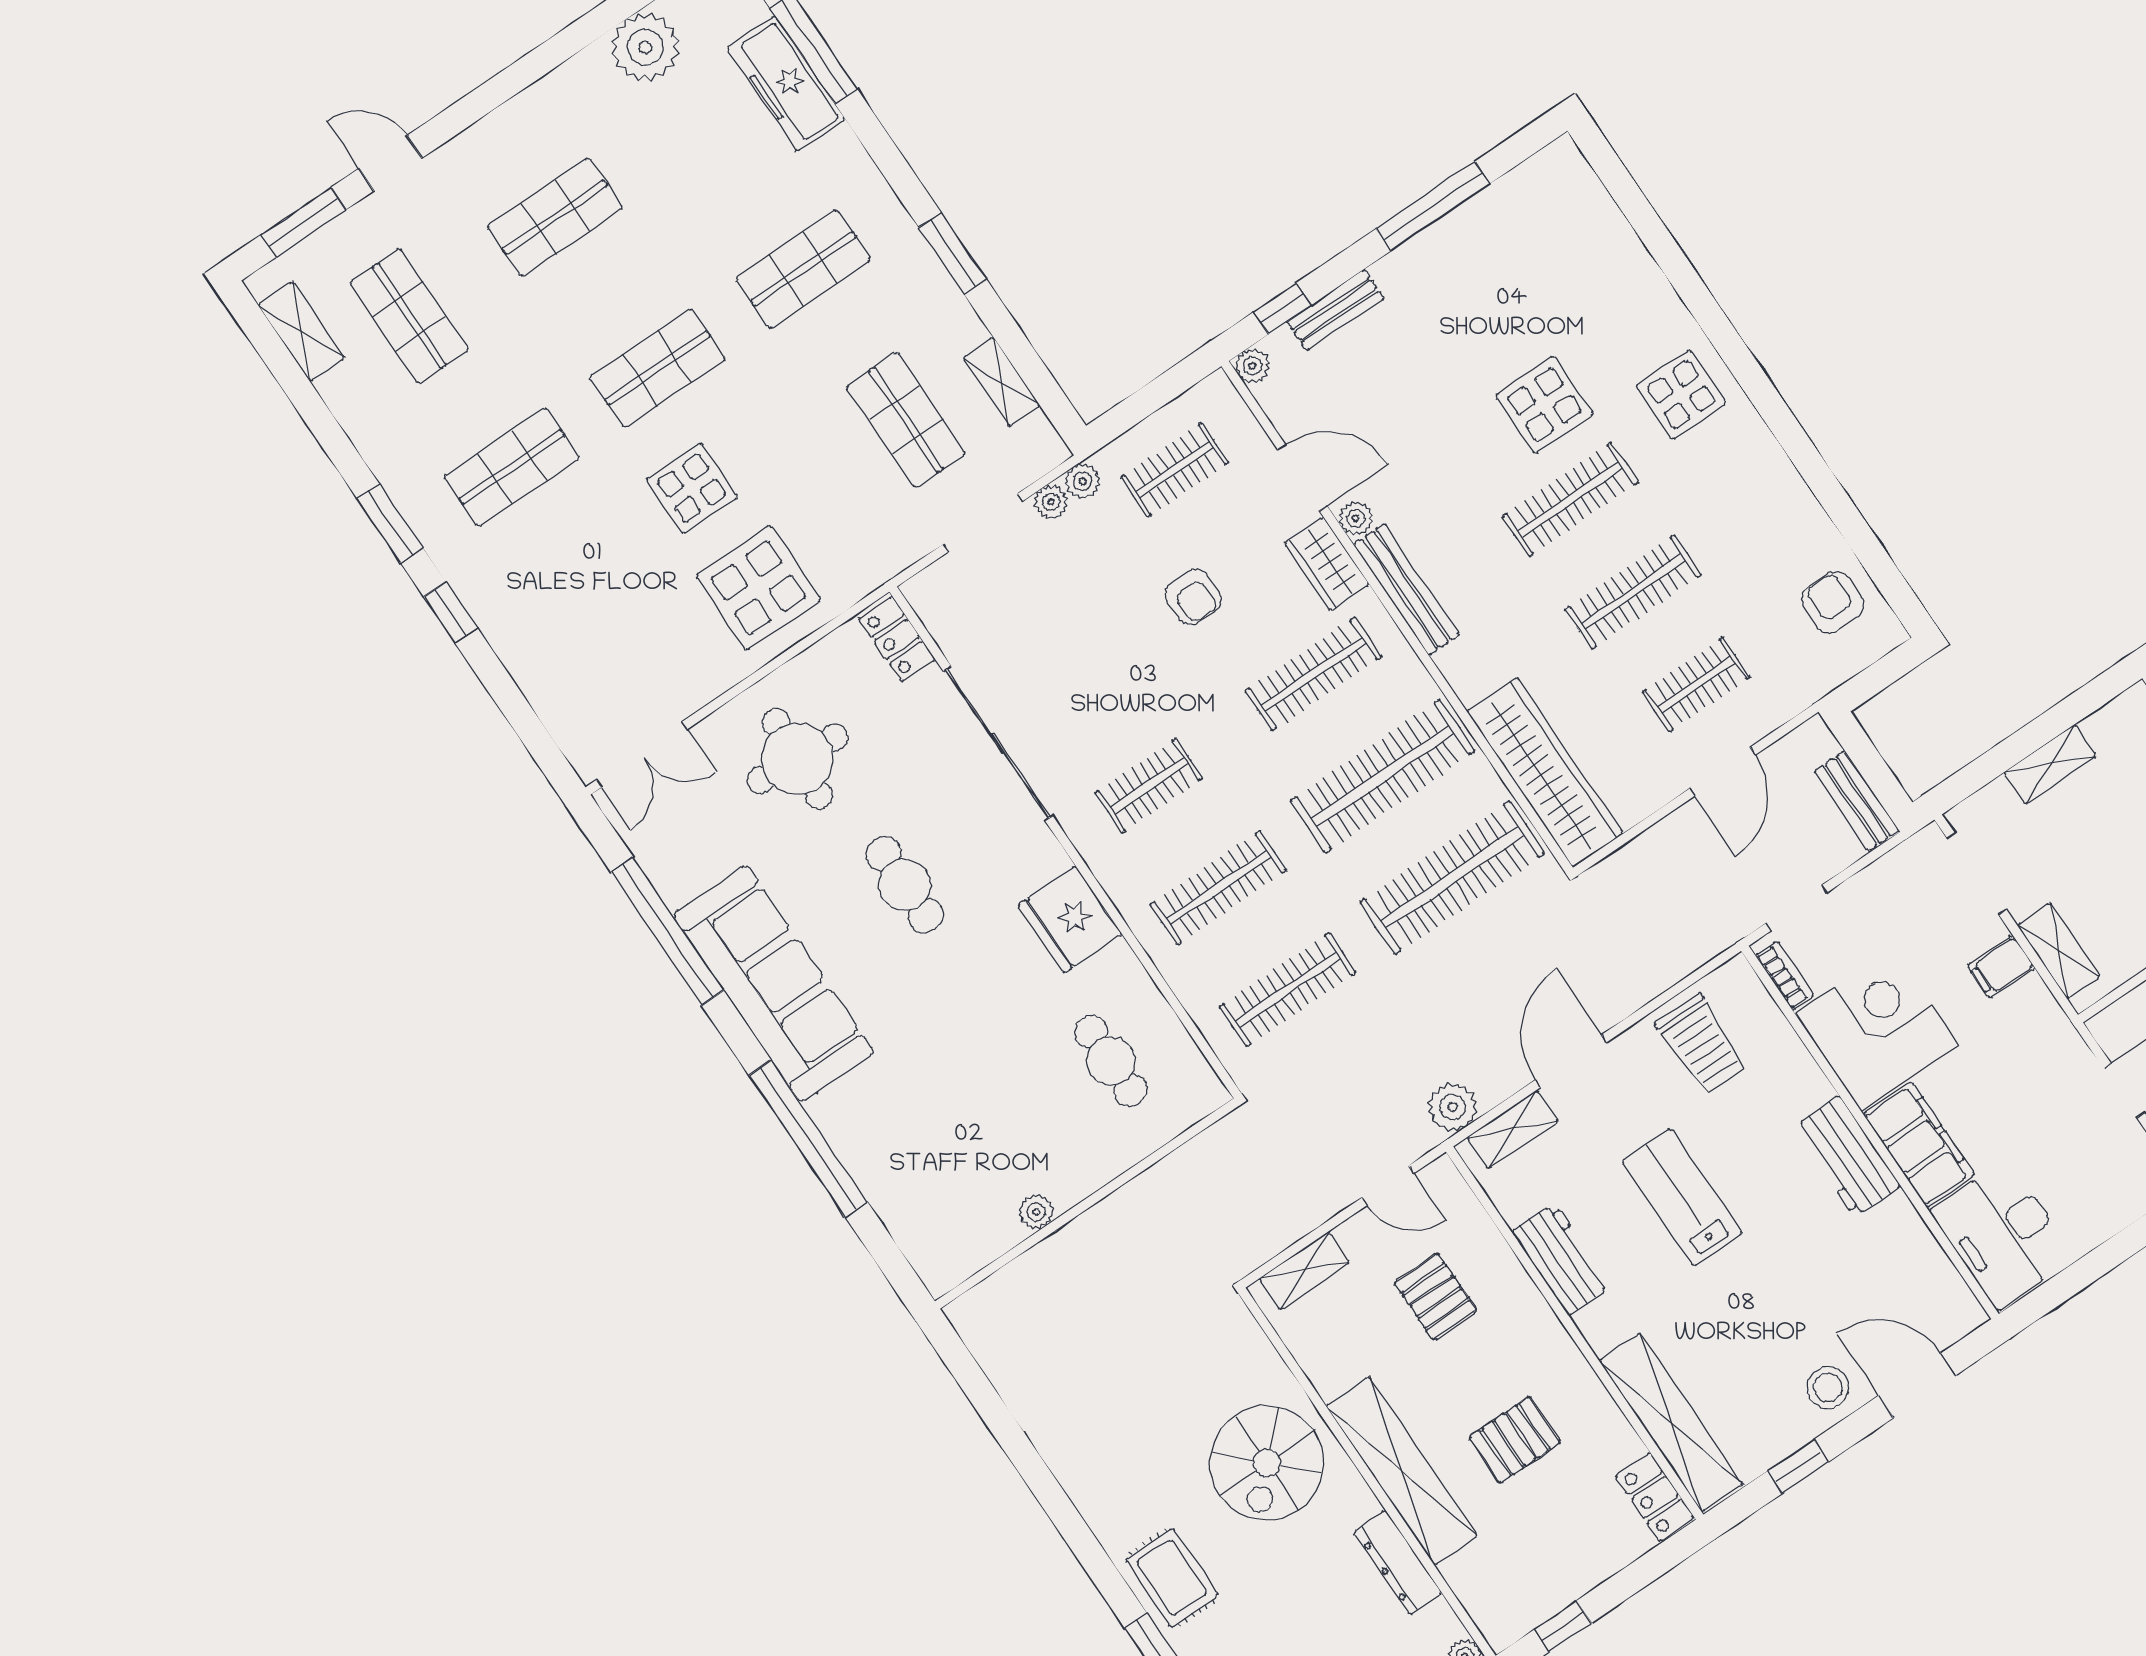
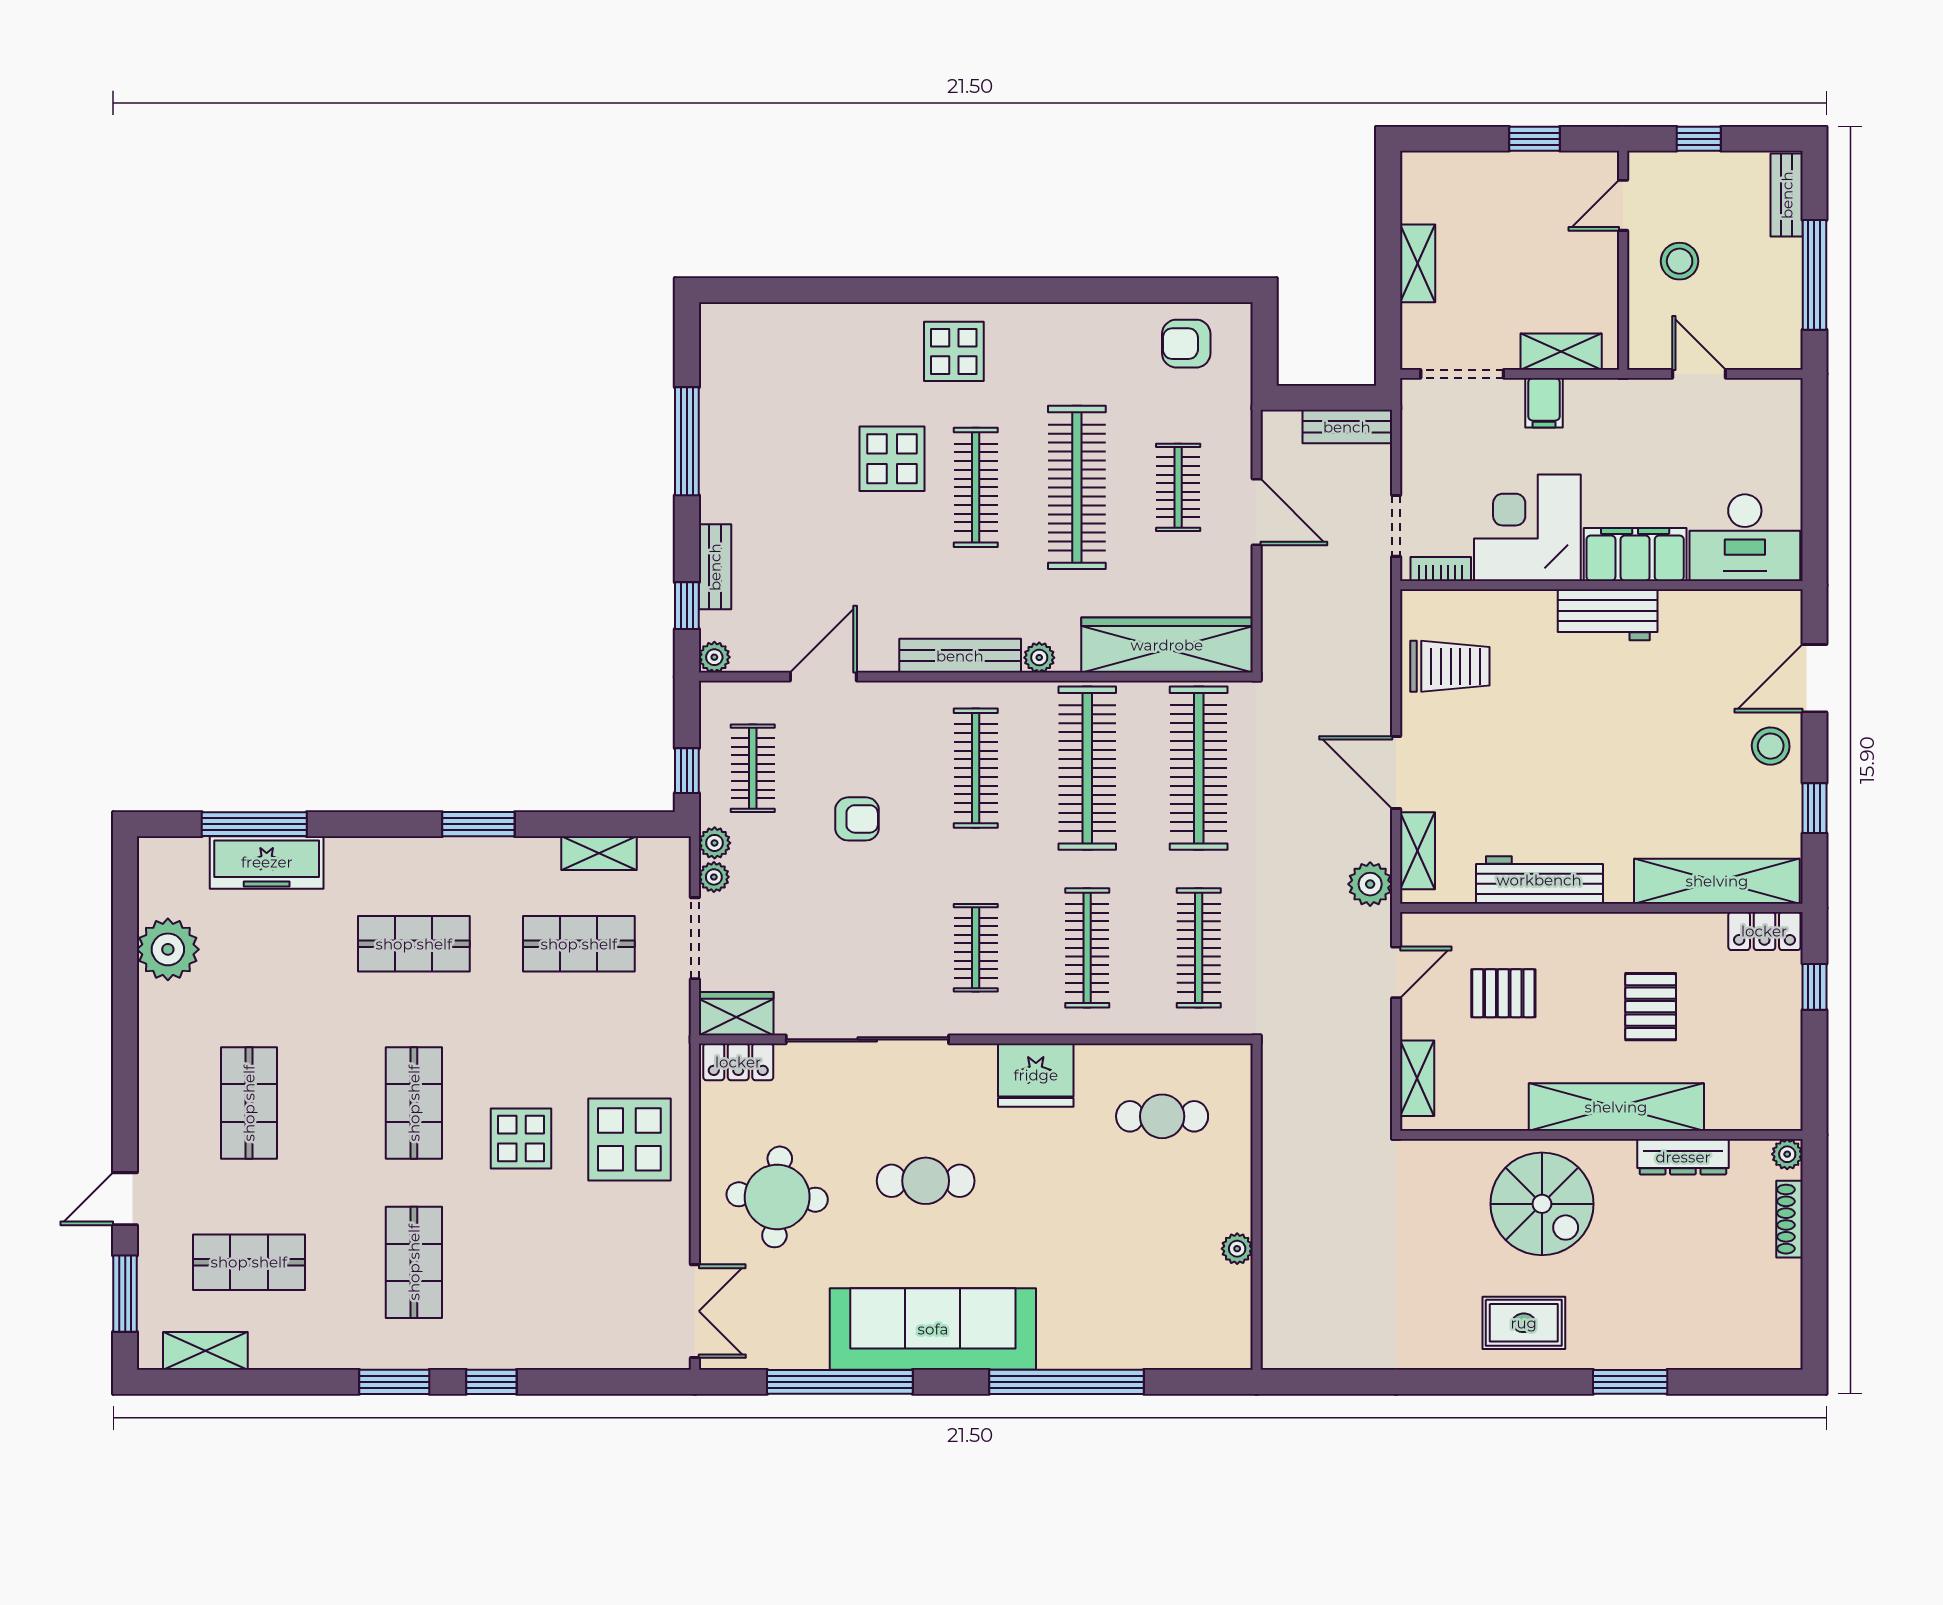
shop shelf: (803, 269) -> (414, 944), turned 90
window: (1132, 411) -> (687, 771), added
plant: (1356, 518) -> (1039, 658), moved
wardrobe: (1327, 564) -> (736, 1014), moved, turned 180
clothes rail: (1633, 592) -> (1077, 487), width x1.37, depth x1.31
lab bench: (1682, 1197) -> (1554, 758), removed
workbench: (1562, 1259) -> (1539, 880), width x1.38
rug: (1172, 1578) -> (1524, 1323), moved
window: (1563, 1626) -> (1814, 987), moved

